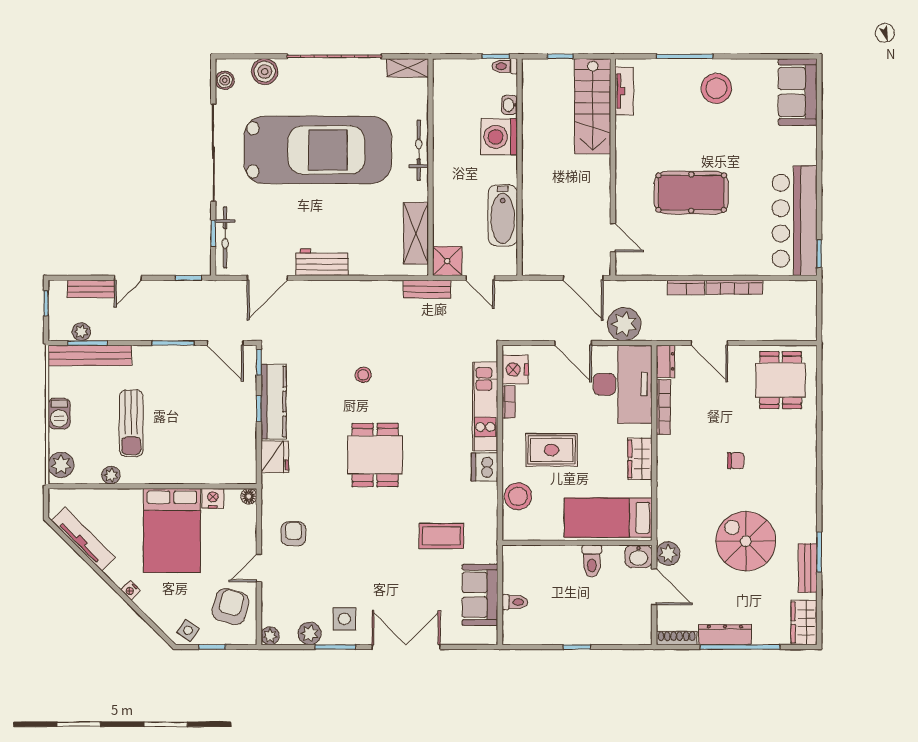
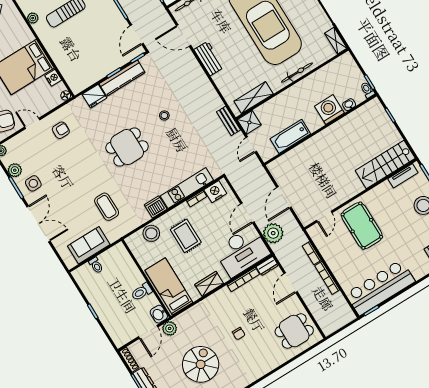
tv unit: (624, 91) -> (403, 176), moved
stairs: (593, 106) -> (385, 164), moved
wall: (613, 167) -> (360, 194), moved
door: (613, 238) -> (324, 216), moved

